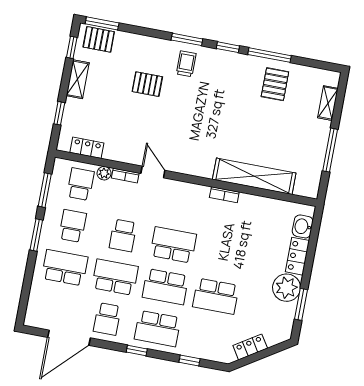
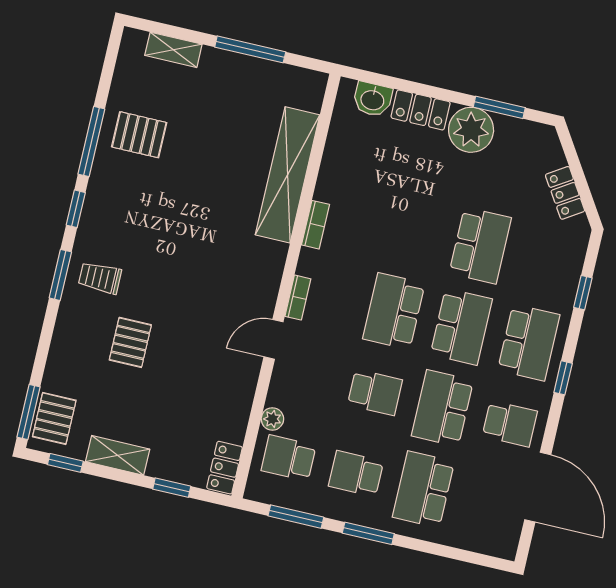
locker: (87, 148) -> (225, 468), moved
bookcase: (125, 176) -> (298, 298), moved

